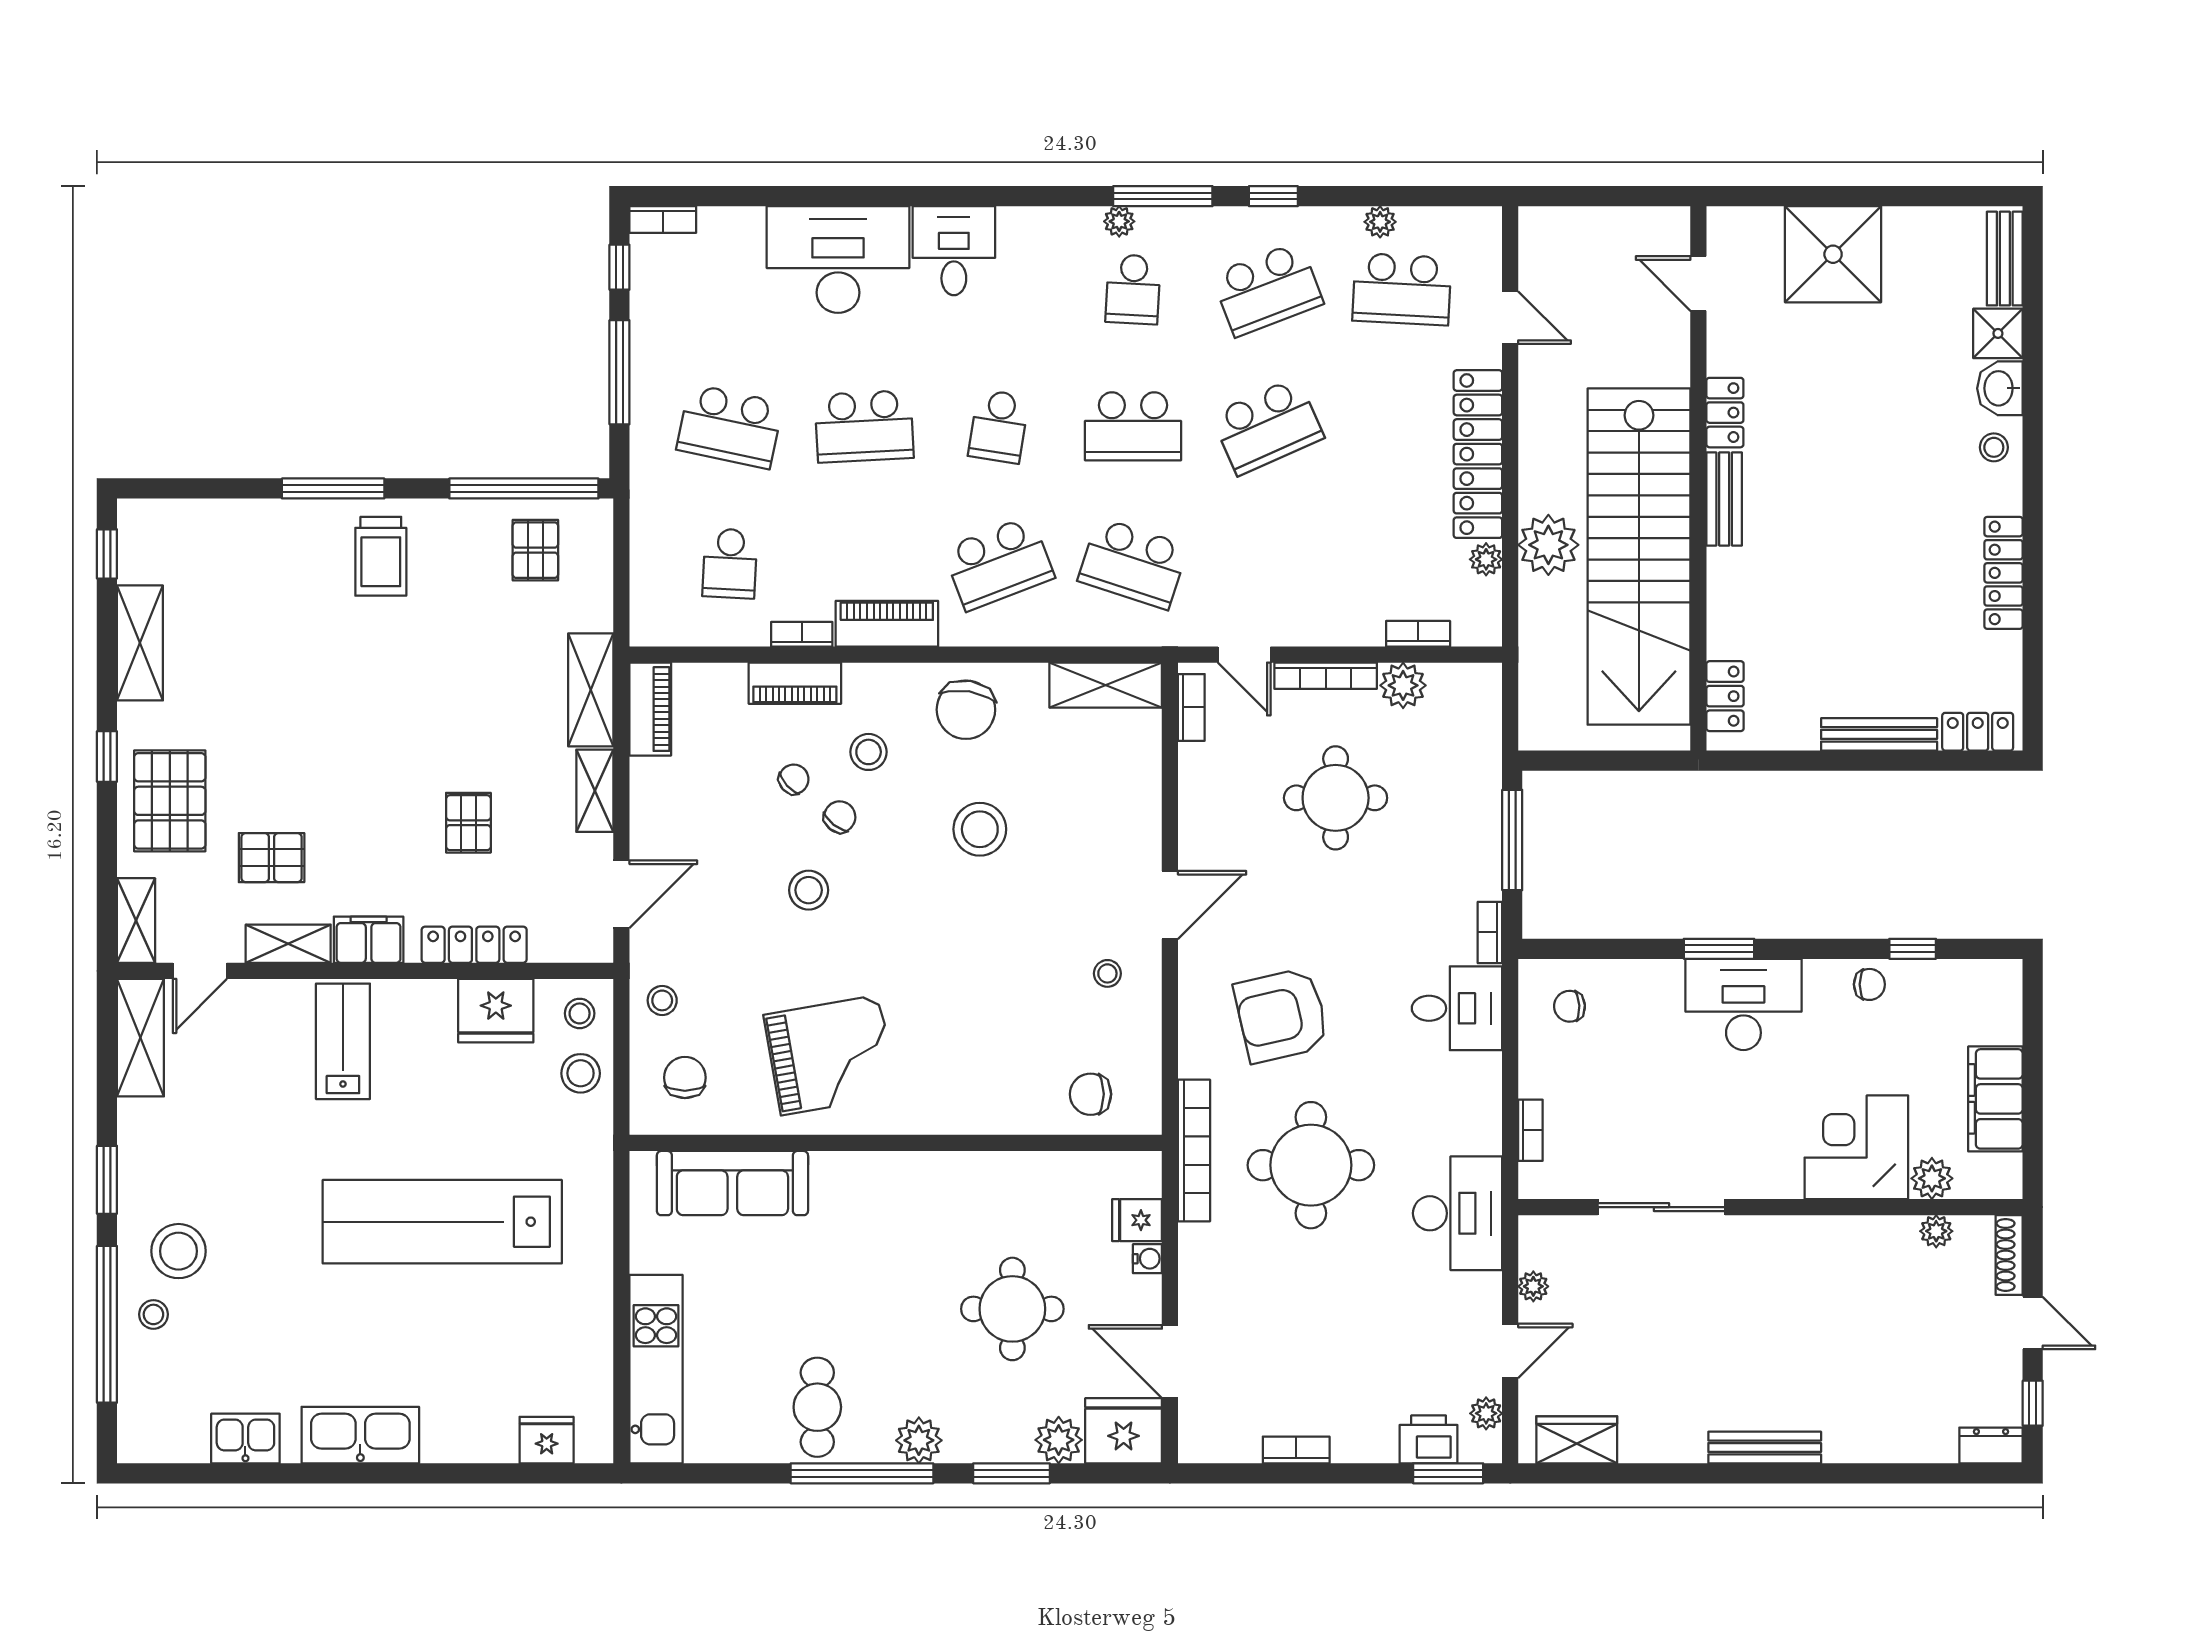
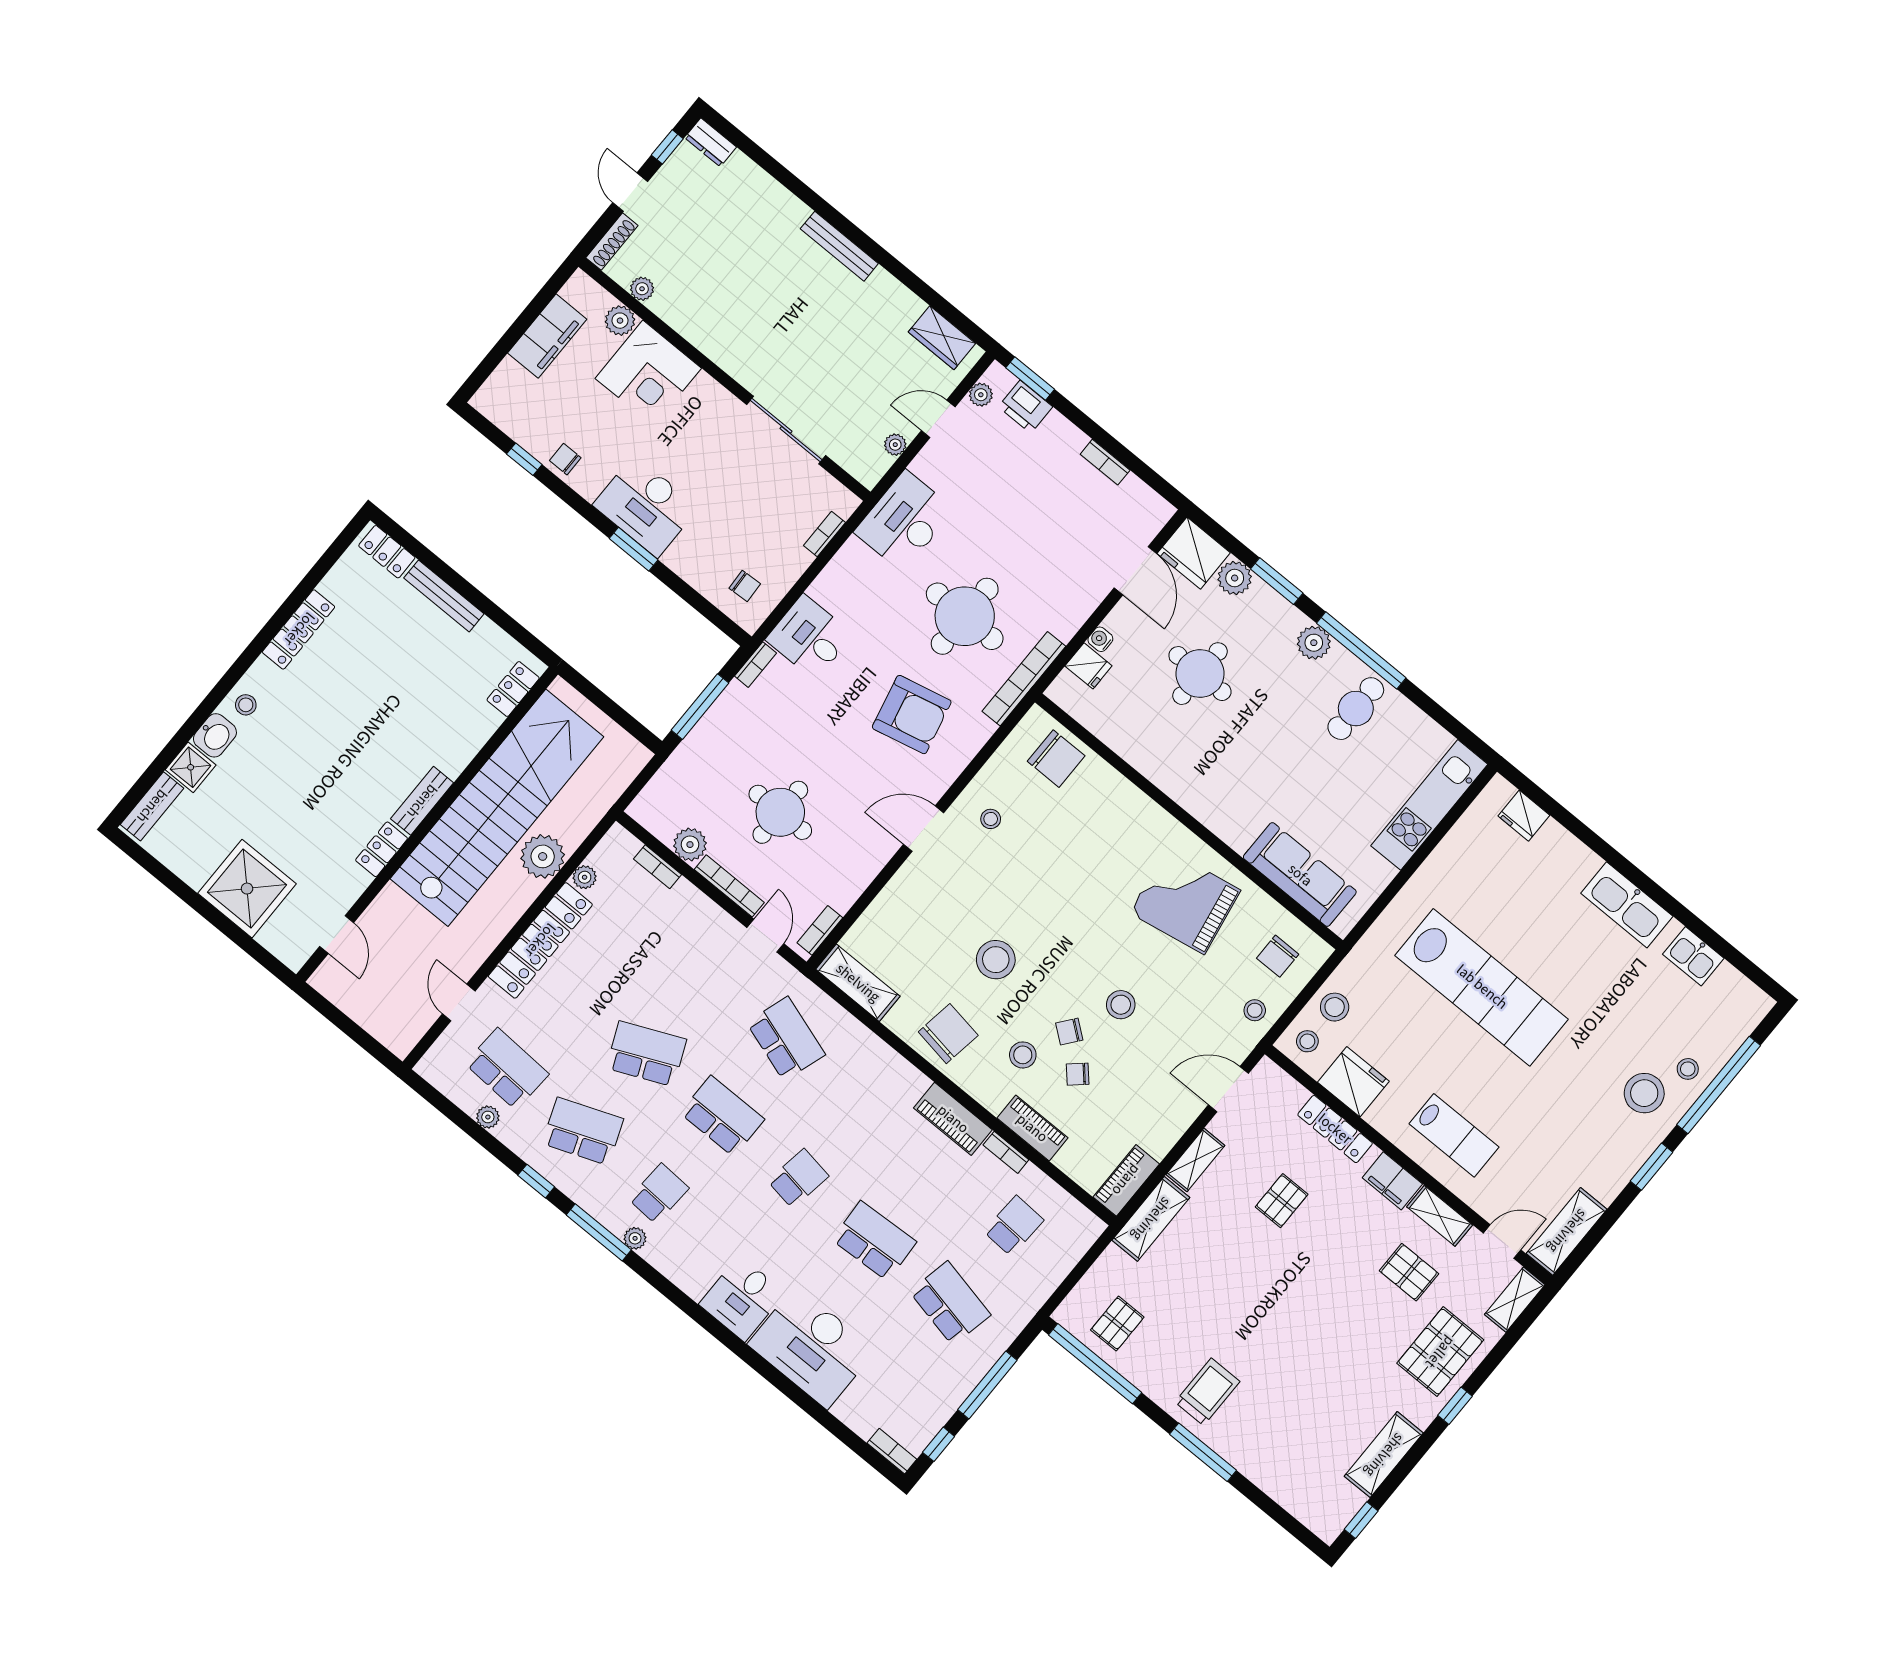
school desk: (999, 563) -> (862, 1101), removed
lab bench: (343, 1041) -> (1454, 1135), turned -90
chair: (1091, 1094) -> (1056, 759), width x1.37, depth x1.37

